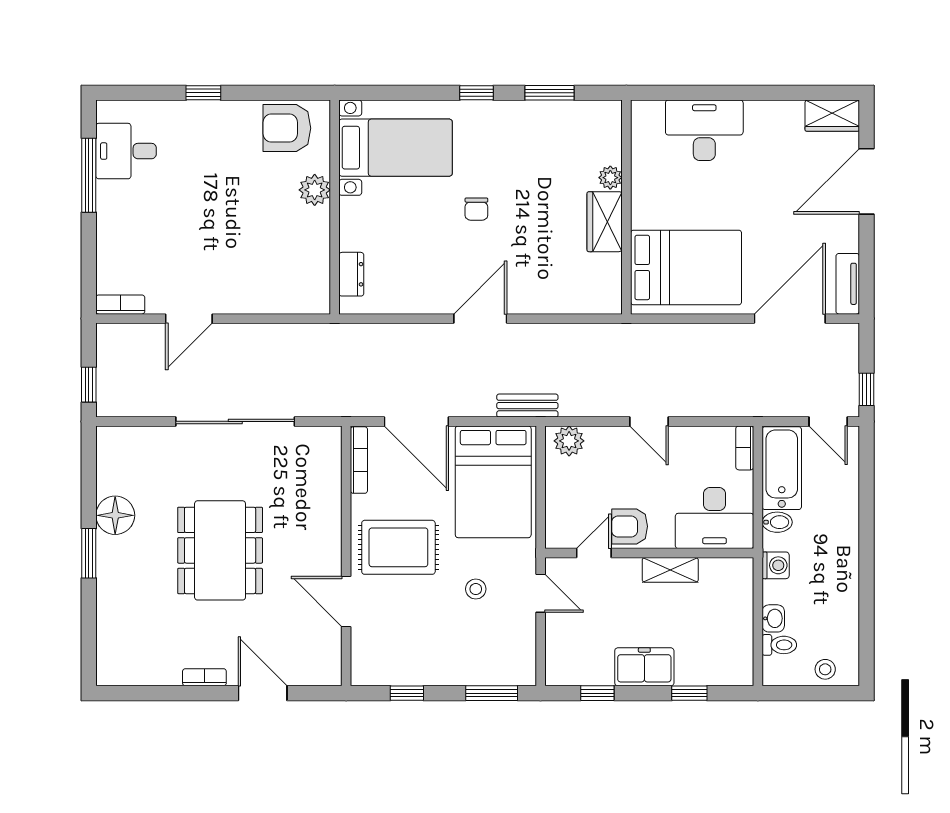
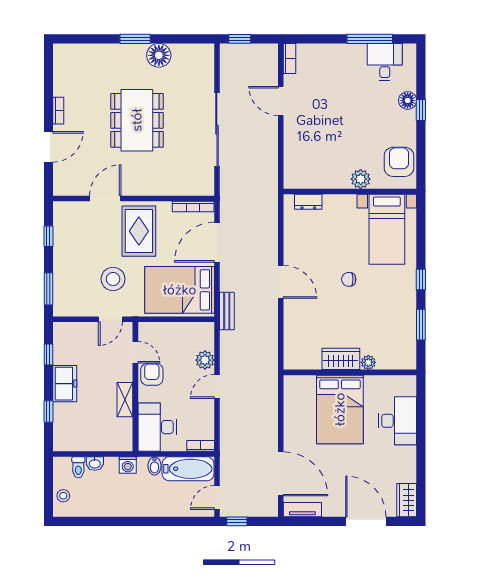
floor lamp: (188, 114) -> (408, 100), added
bed: (686, 267) -> (340, 409), moved
plant: (569, 441) -> (205, 360), moved
dining table: (220, 550) -> (137, 120), turned 90
stool: (476, 589) -> (113, 279), width x1.89, depth x1.89

